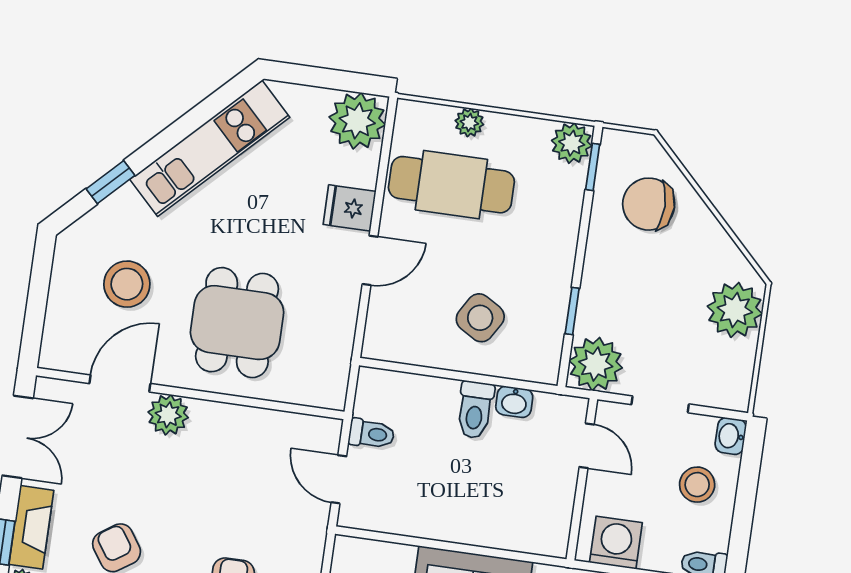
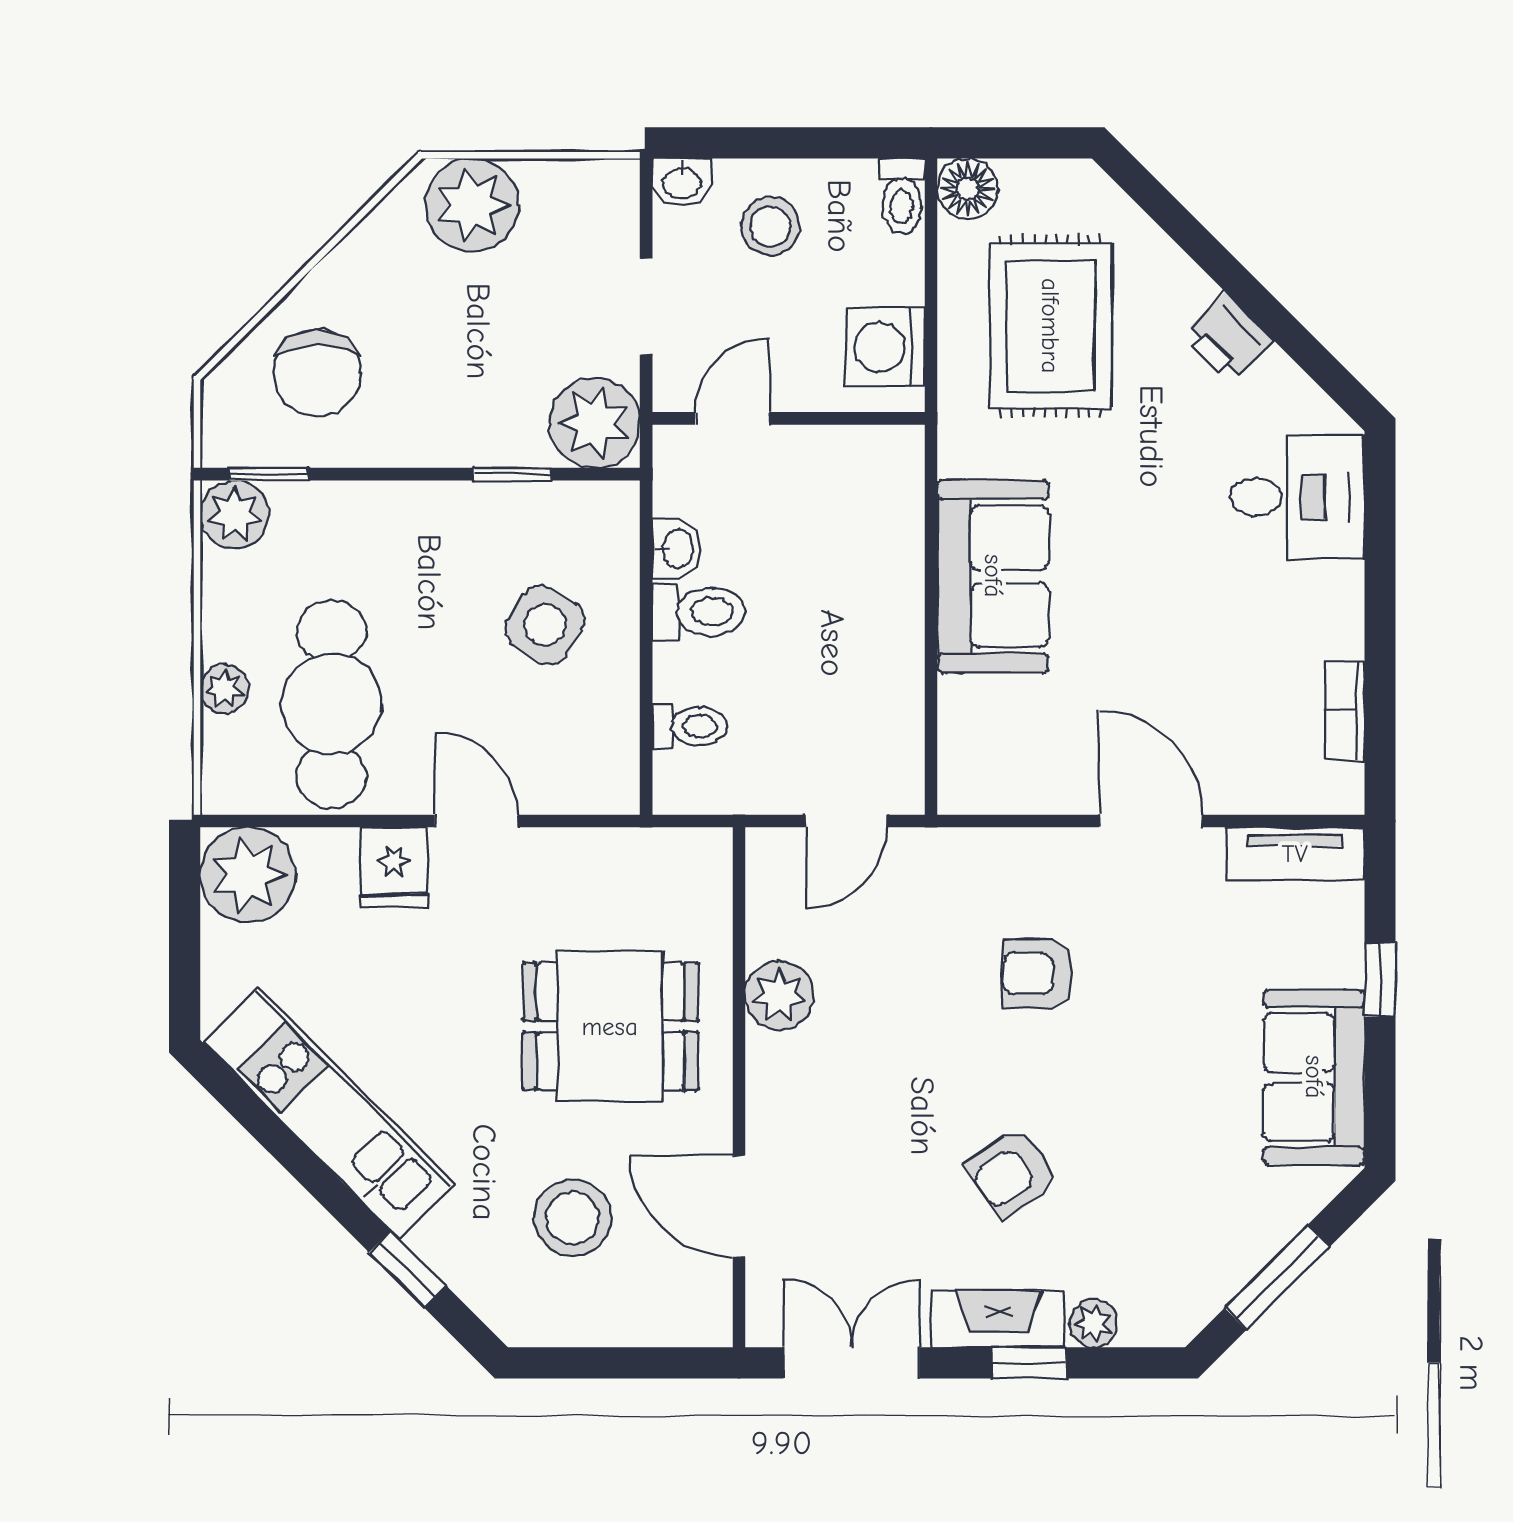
plant: (168, 415) -> (779, 996), moved
toilet: (371, 434) -> (689, 726), moved, turned 90

